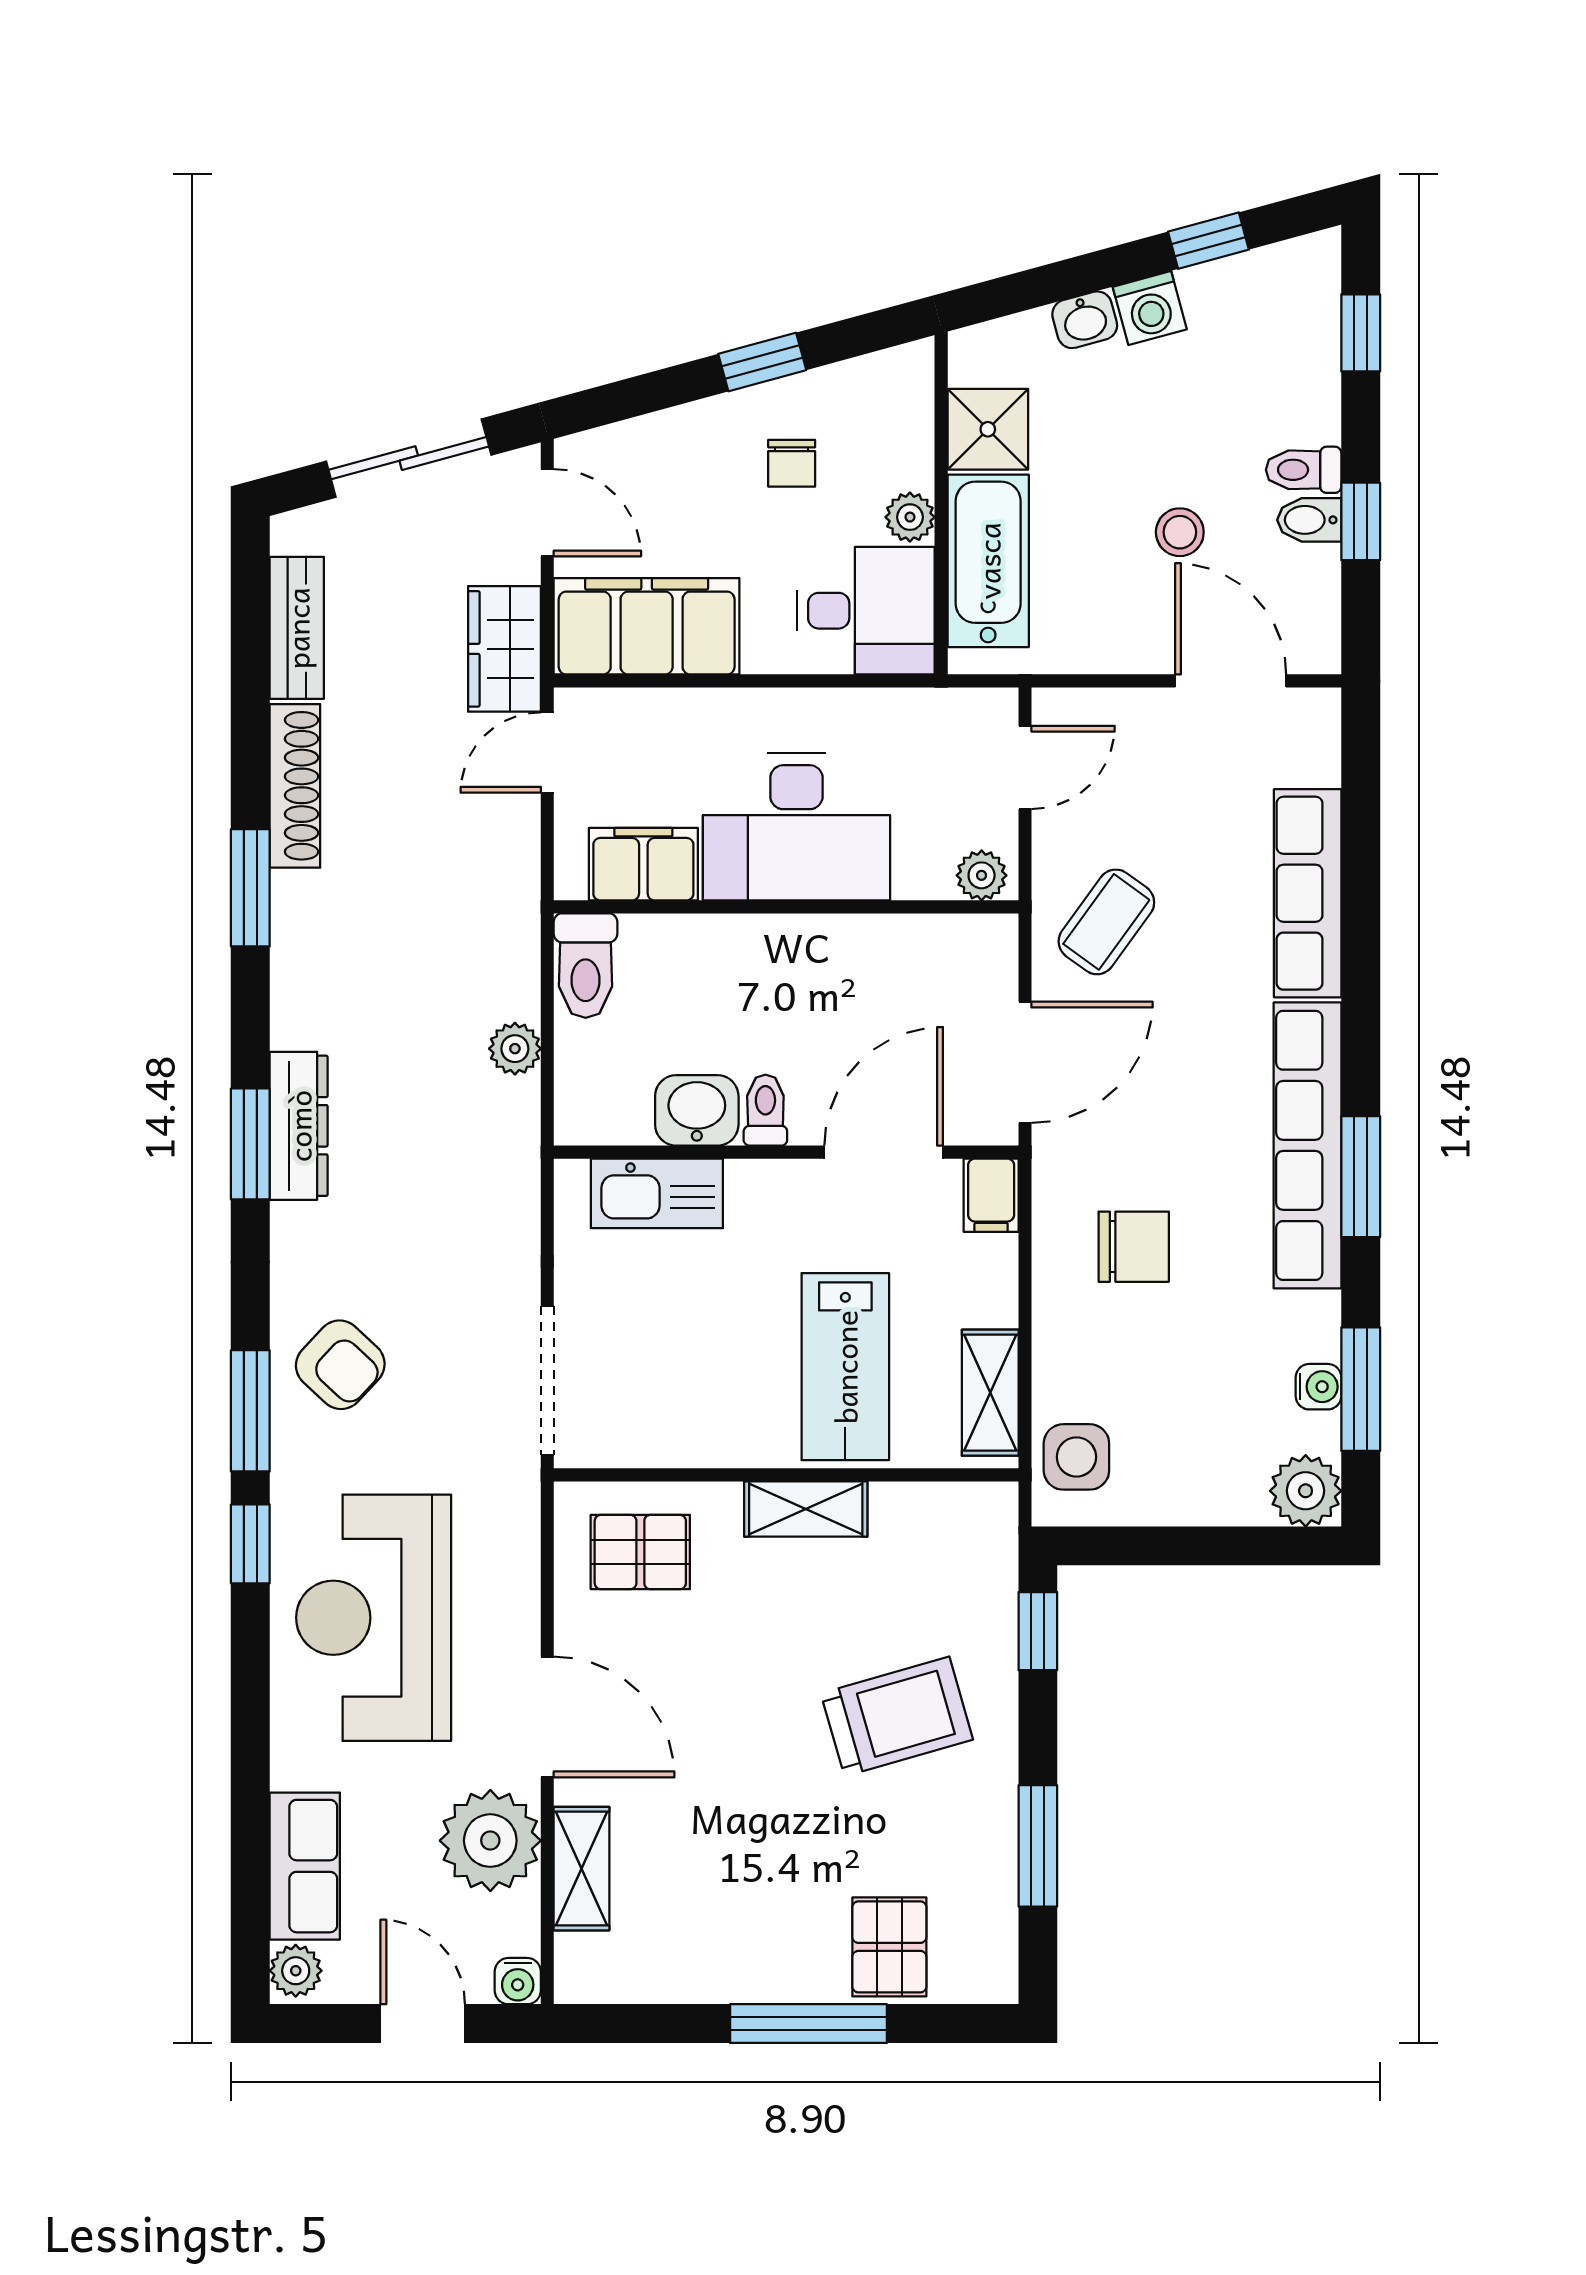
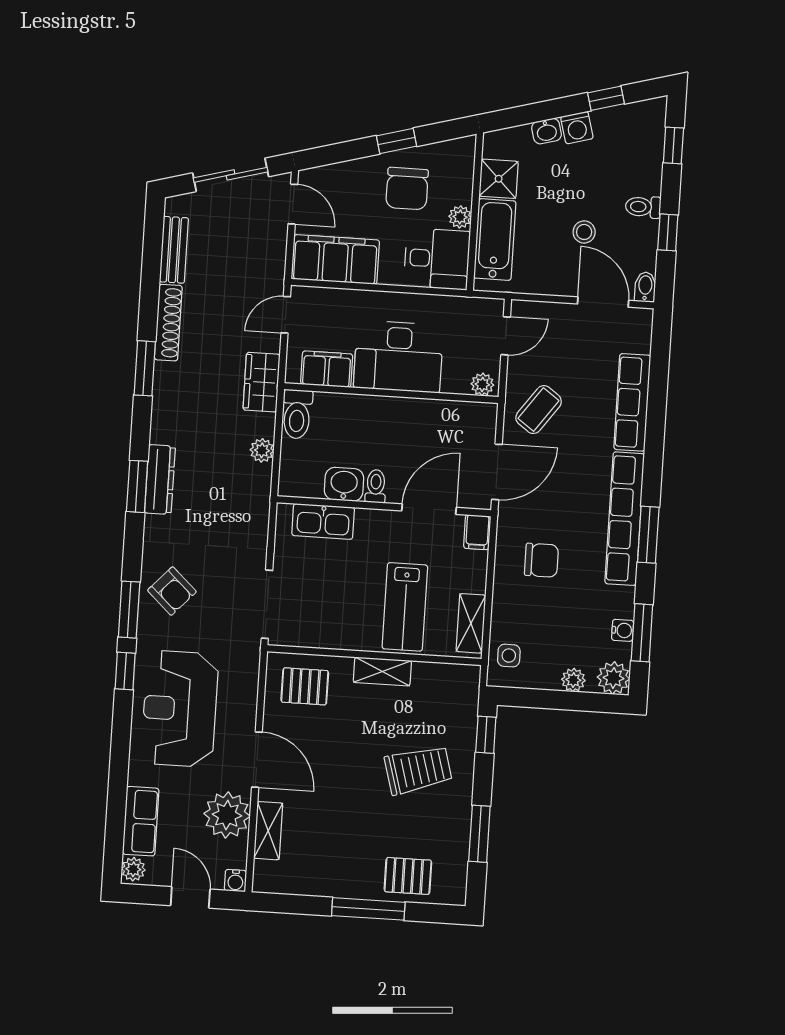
chair: (792, 463) -> (407, 189), width x1.87, depth x1.87
bidet: (1309, 520) -> (645, 287), moved, turned 90
wardrobe: (504, 649) -> (262, 382), moved
side table: (1076, 1457) -> (509, 656), width x0.73, depth x0.73
plant: (1219, 1501) -> (573, 680), added
pallet: (889, 1947) -> (408, 876), turned 90

